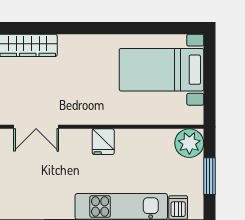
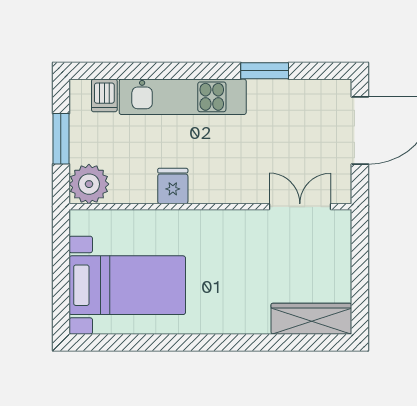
fridge: (103, 142) -> (173, 186), moved

